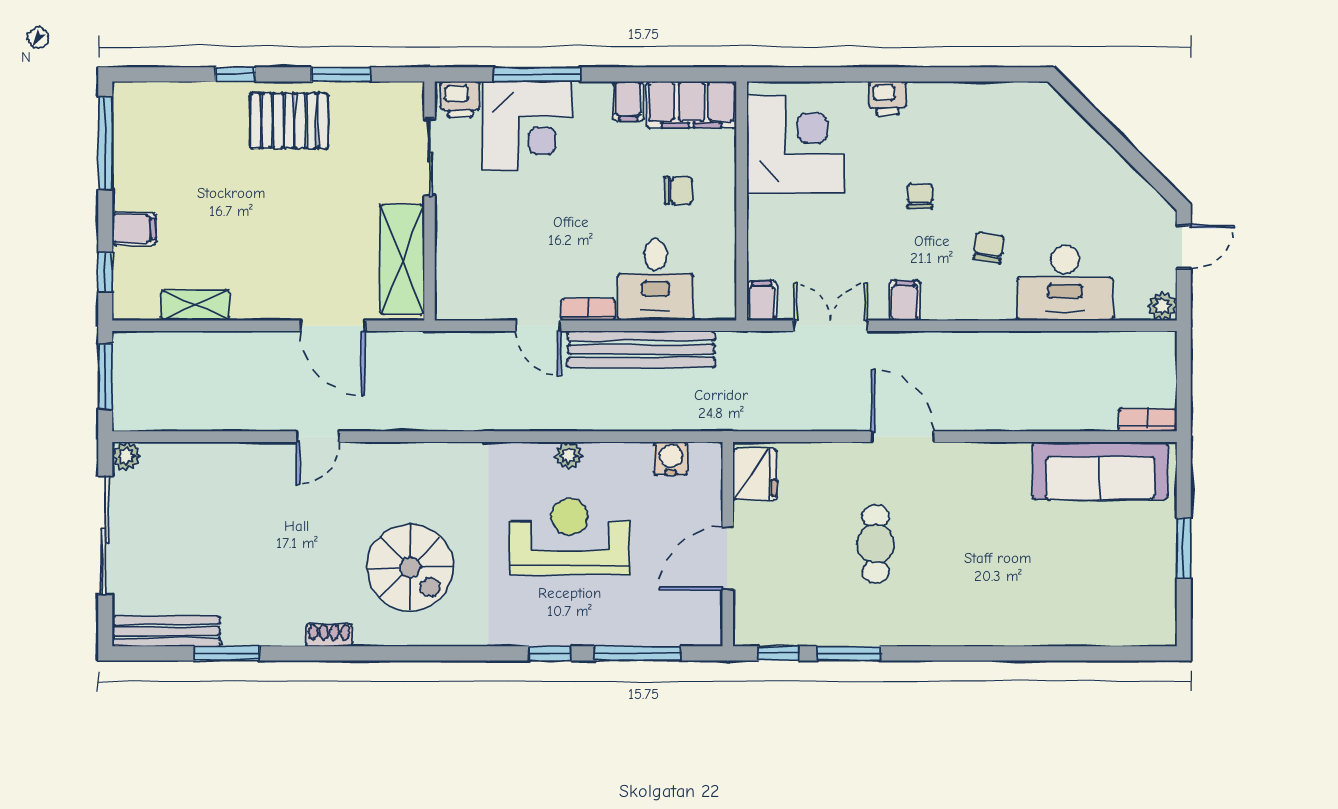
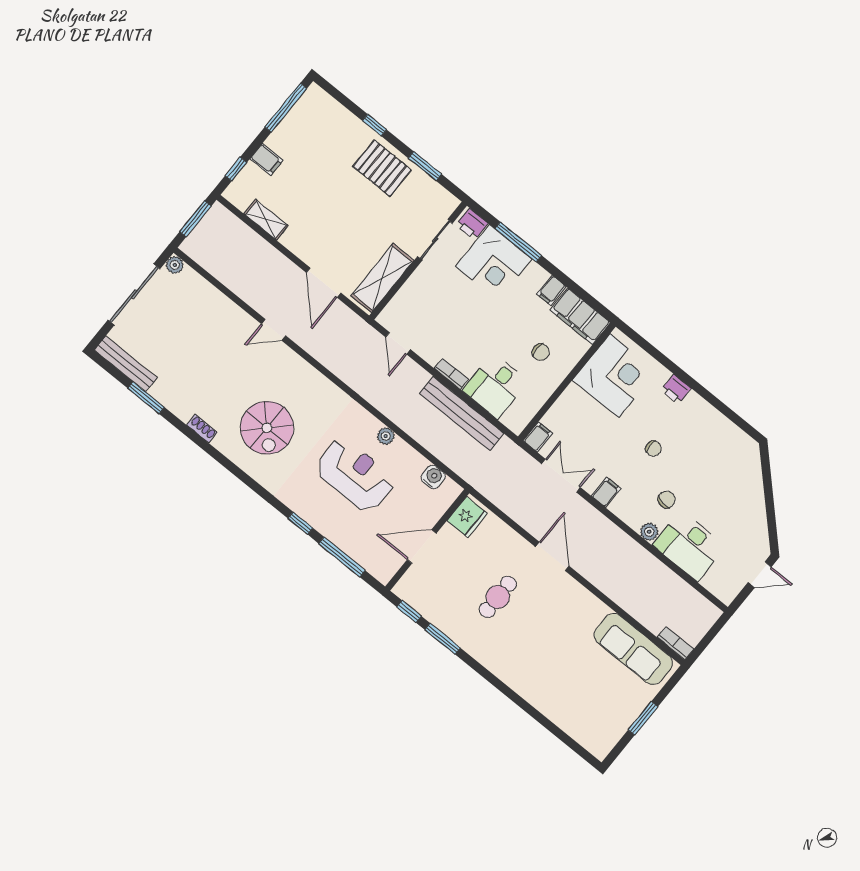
chair: (920, 197) -> (653, 449), turned 90
plant: (1162, 306) -> (649, 532), moved
door: (538, 326) -> (398, 343), moved

